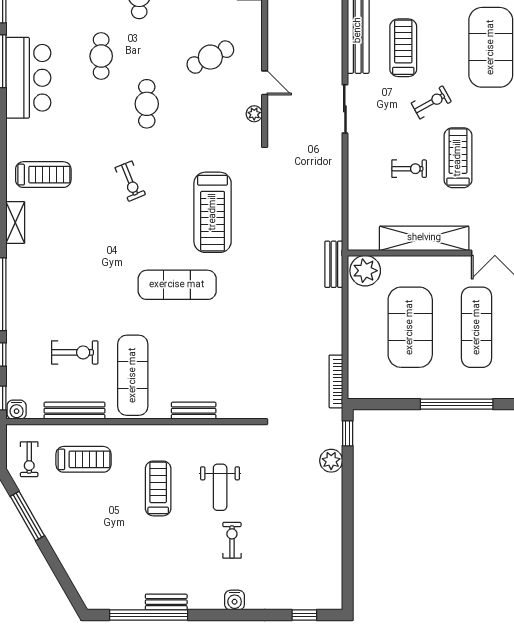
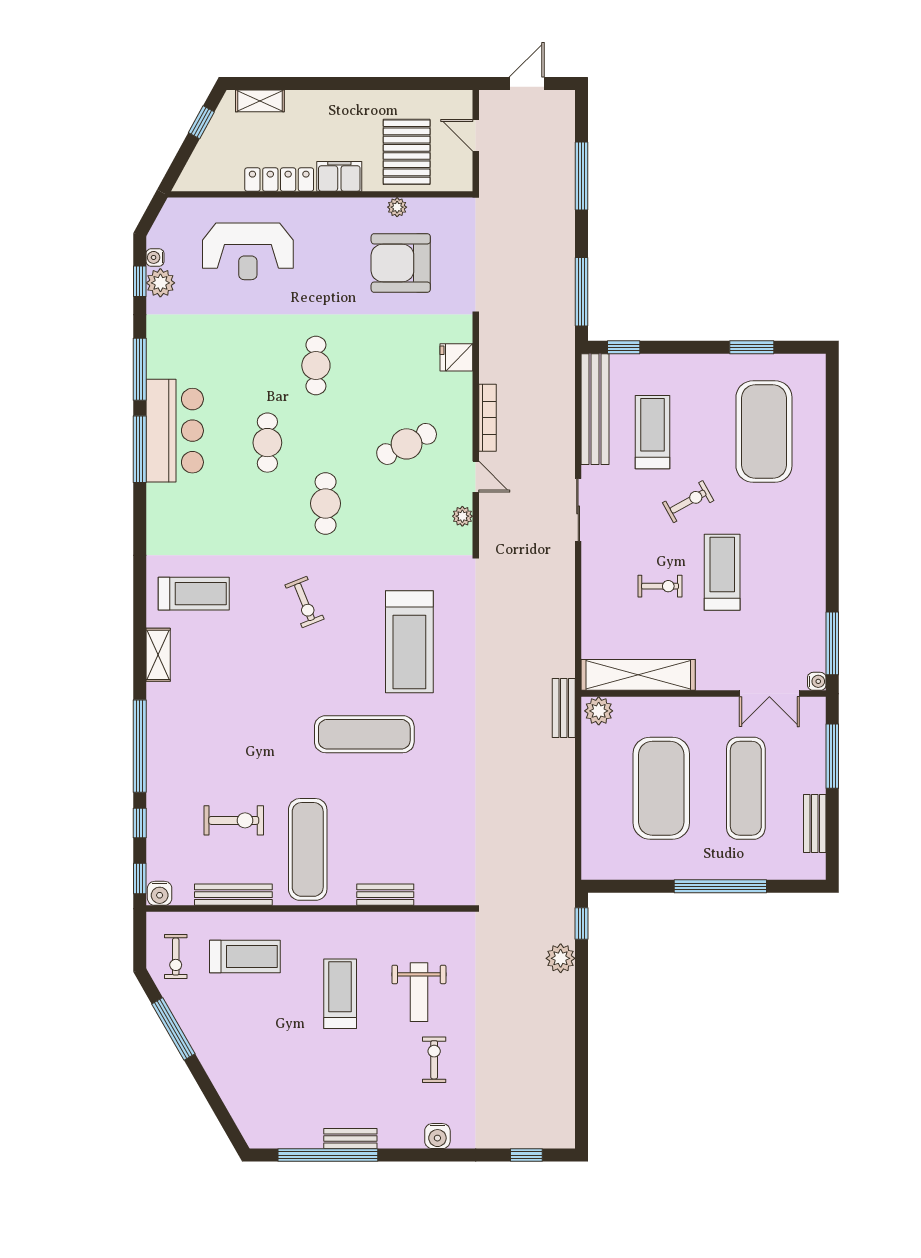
bar counter: (28, 78) -> (175, 431), moved
shelving: (424, 238) -> (638, 675), moved
plant: (365, 271) -> (599, 711), width x0.73, depth x0.73
bookcase: (336, 381) -> (487, 418), moved, turned 180

